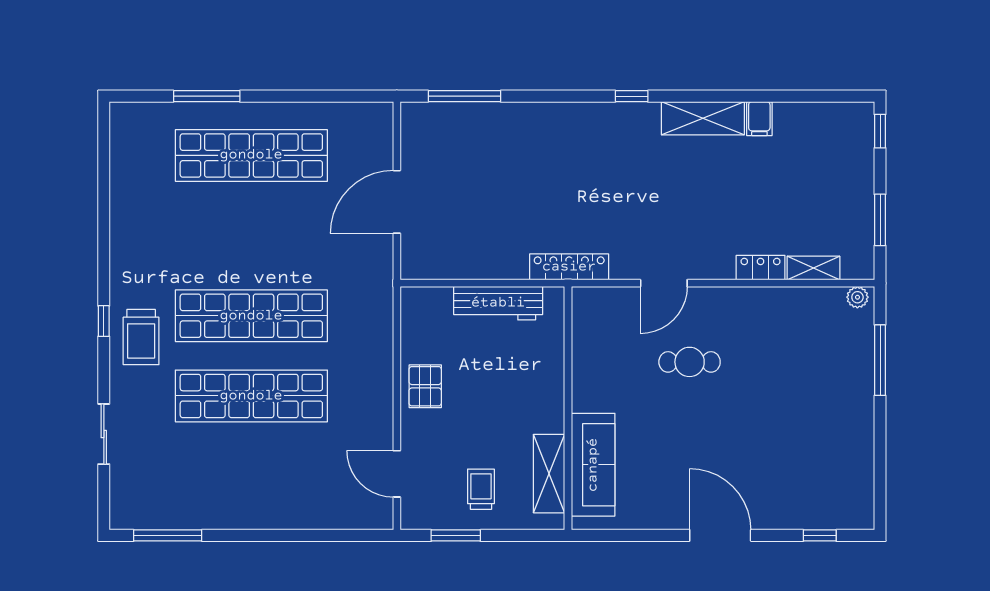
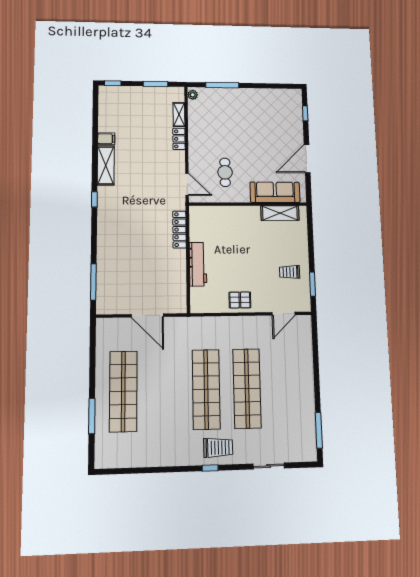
wall: (568, 408) -> (248, 204), moved
sofa: (593, 465) -> (275, 192), moved
shelving: (549, 474) -> (280, 213), moved

